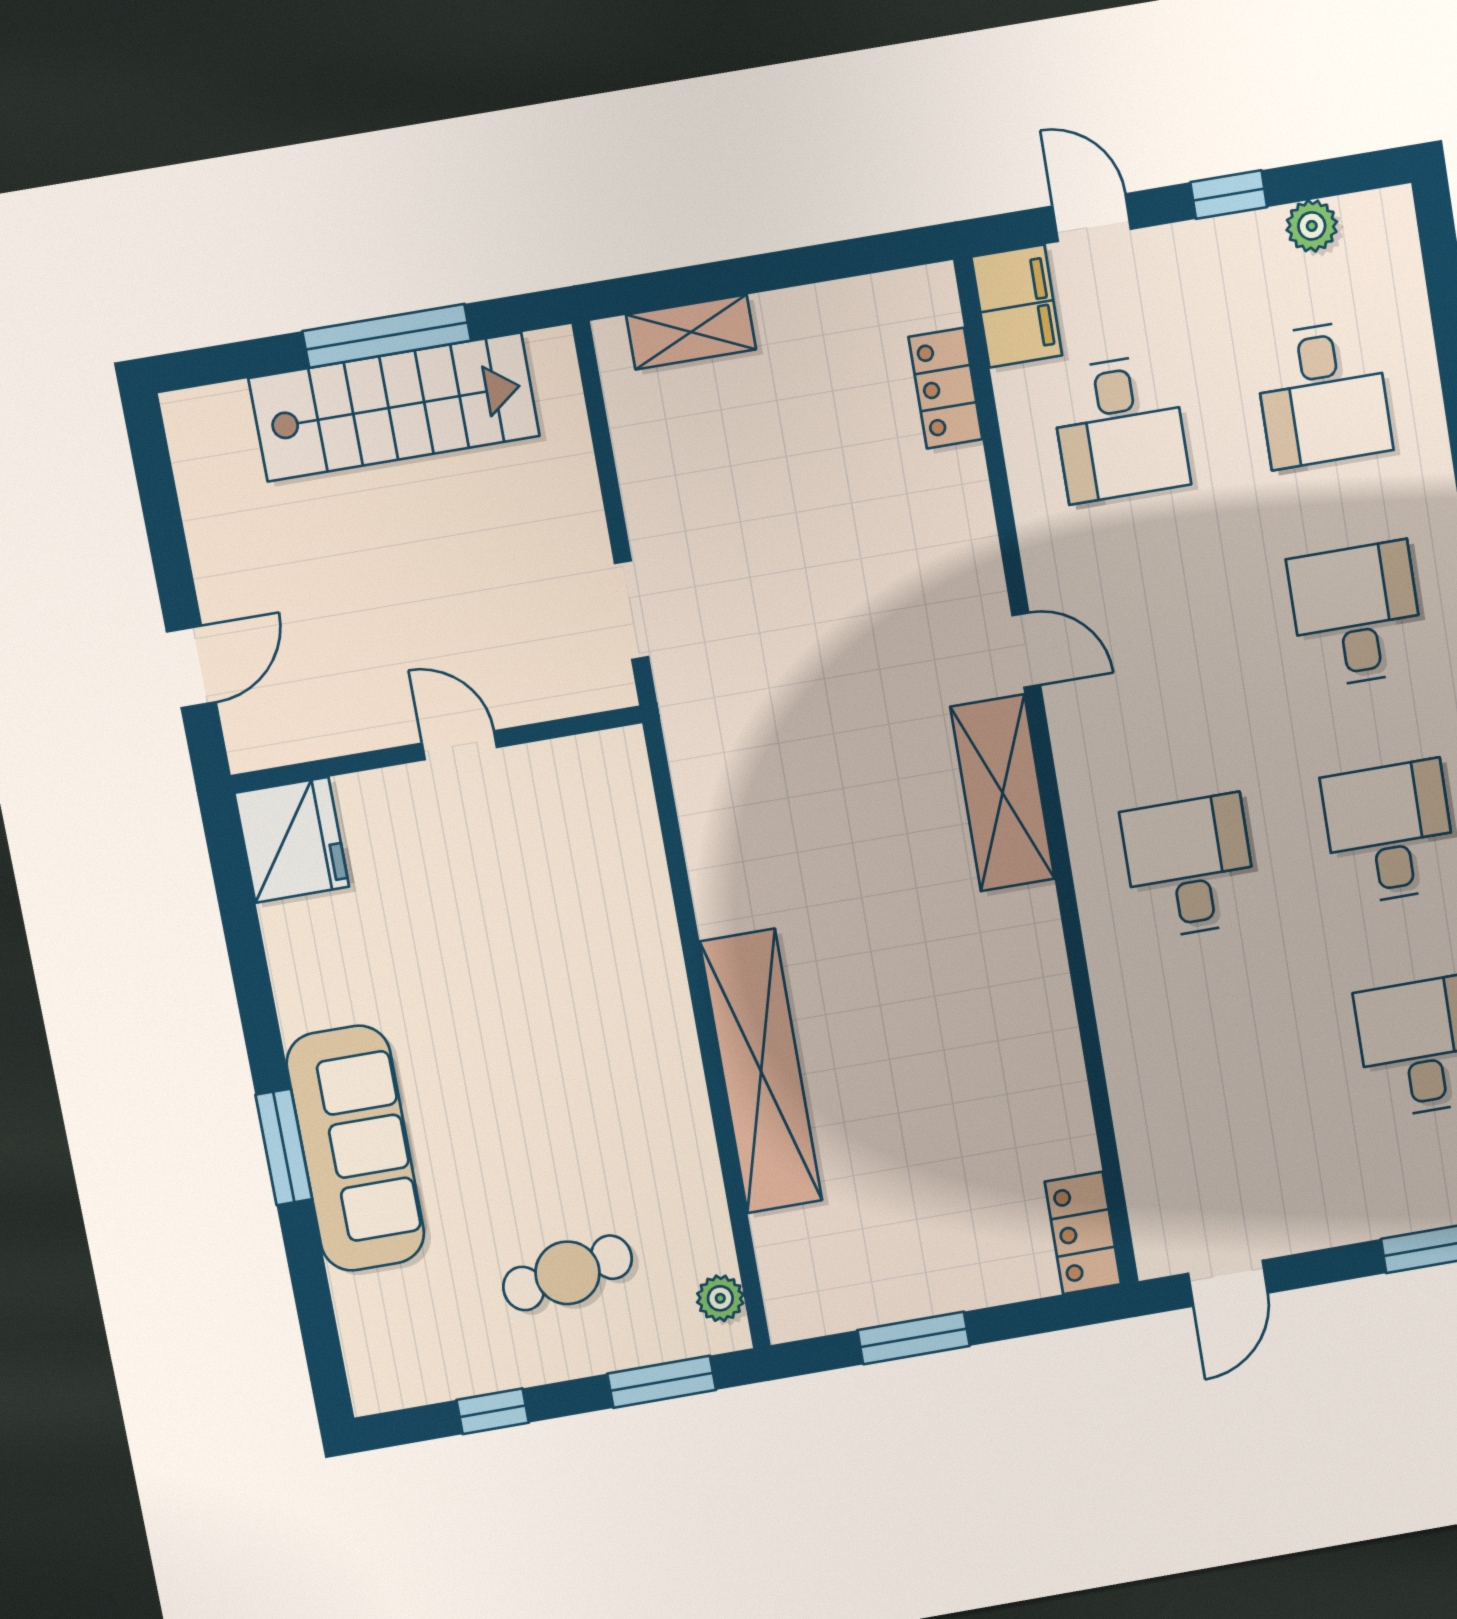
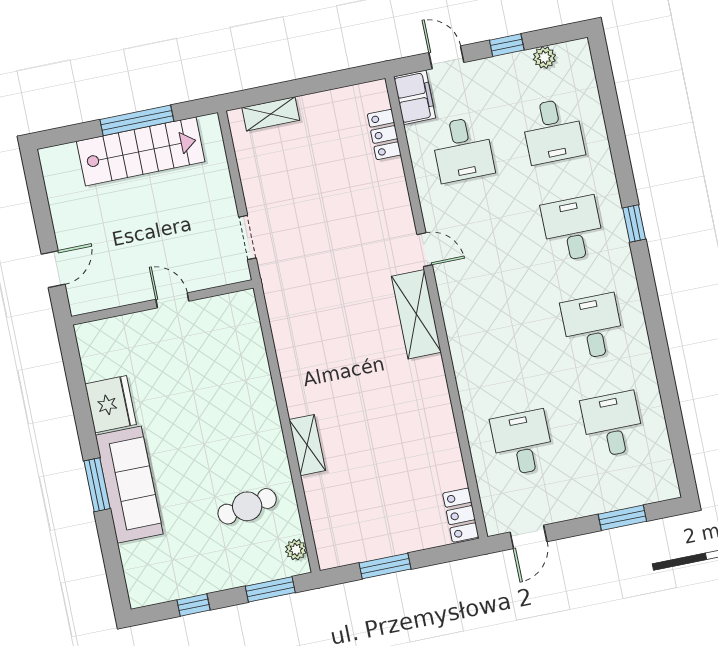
fridge: (292, 840) -> (111, 404), moved
desk: (1190, 867) -> (522, 443), moved
shelving: (761, 1071) -> (307, 445), width x0.45, depth x0.75
cafe table: (568, 1273) -> (247, 506), moved

